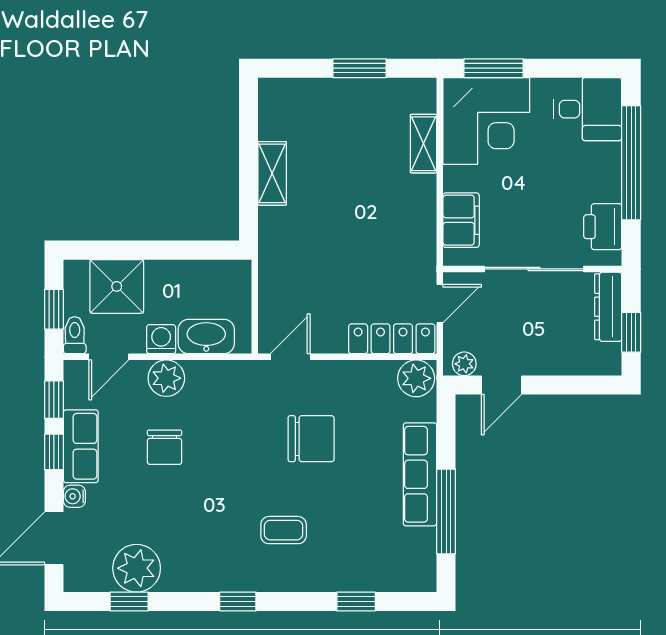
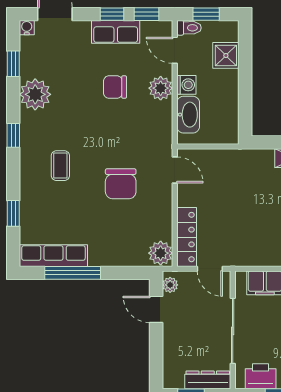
shower: (117, 286) -> (226, 55), width x0.73, depth x0.73
row of seats: (420, 474) -> (53, 256), moved
water cooler: (74, 496) -> (27, 28), moved
plant: (137, 568) -> (35, 94), moved

